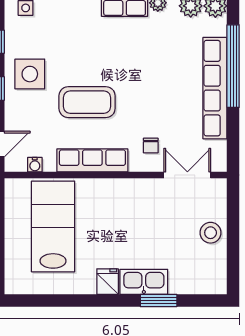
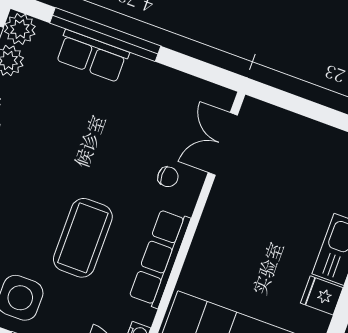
row of seats: (215, 88) -> (92, 56), width x0.50
stool: (211, 233) -> (307, 141), removed

